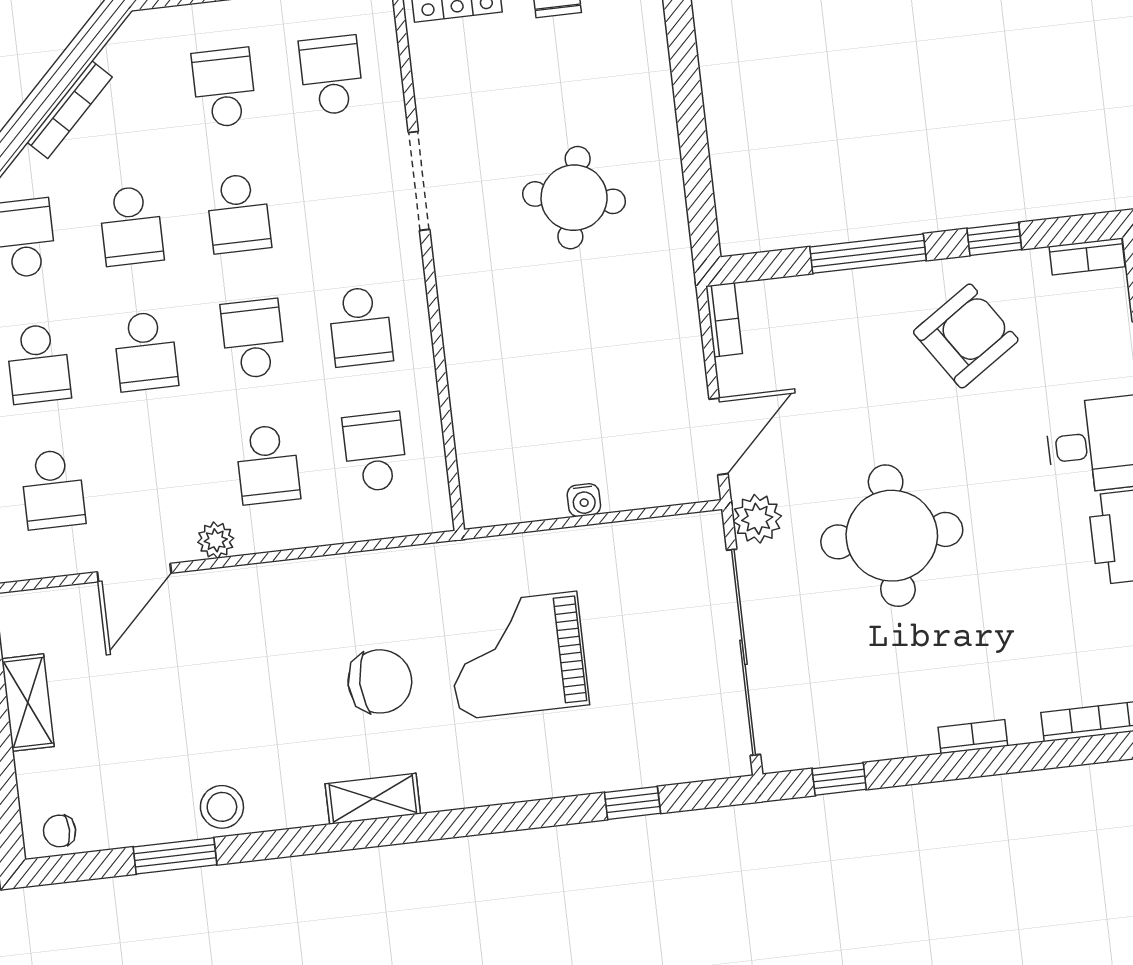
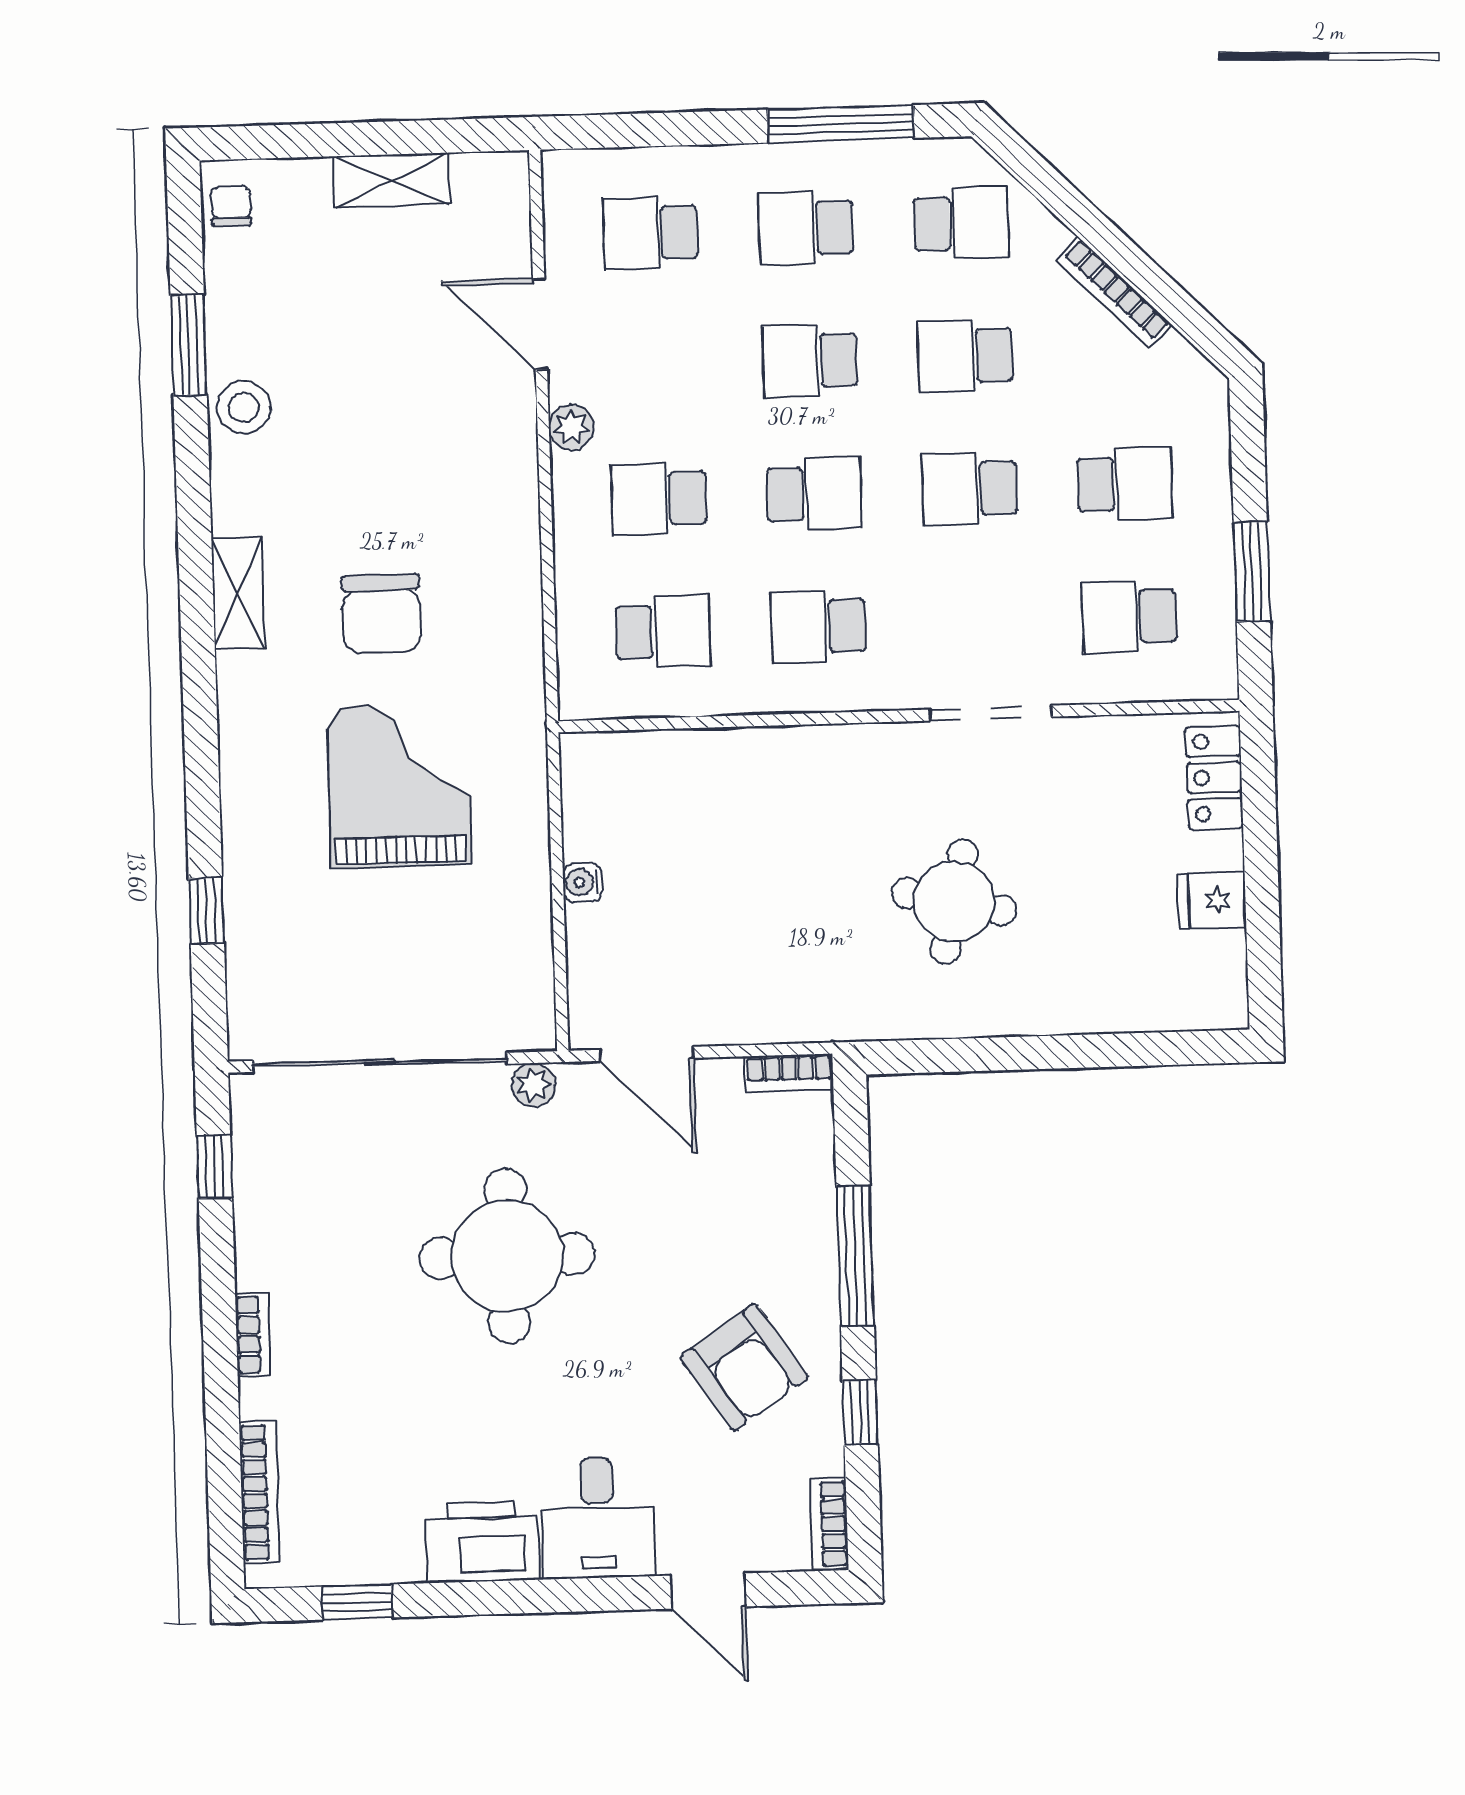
school desk: (331, 75) -> (1129, 617), turned 180
plant: (757, 519) -> (533, 1085), width x0.73, depth x0.73

